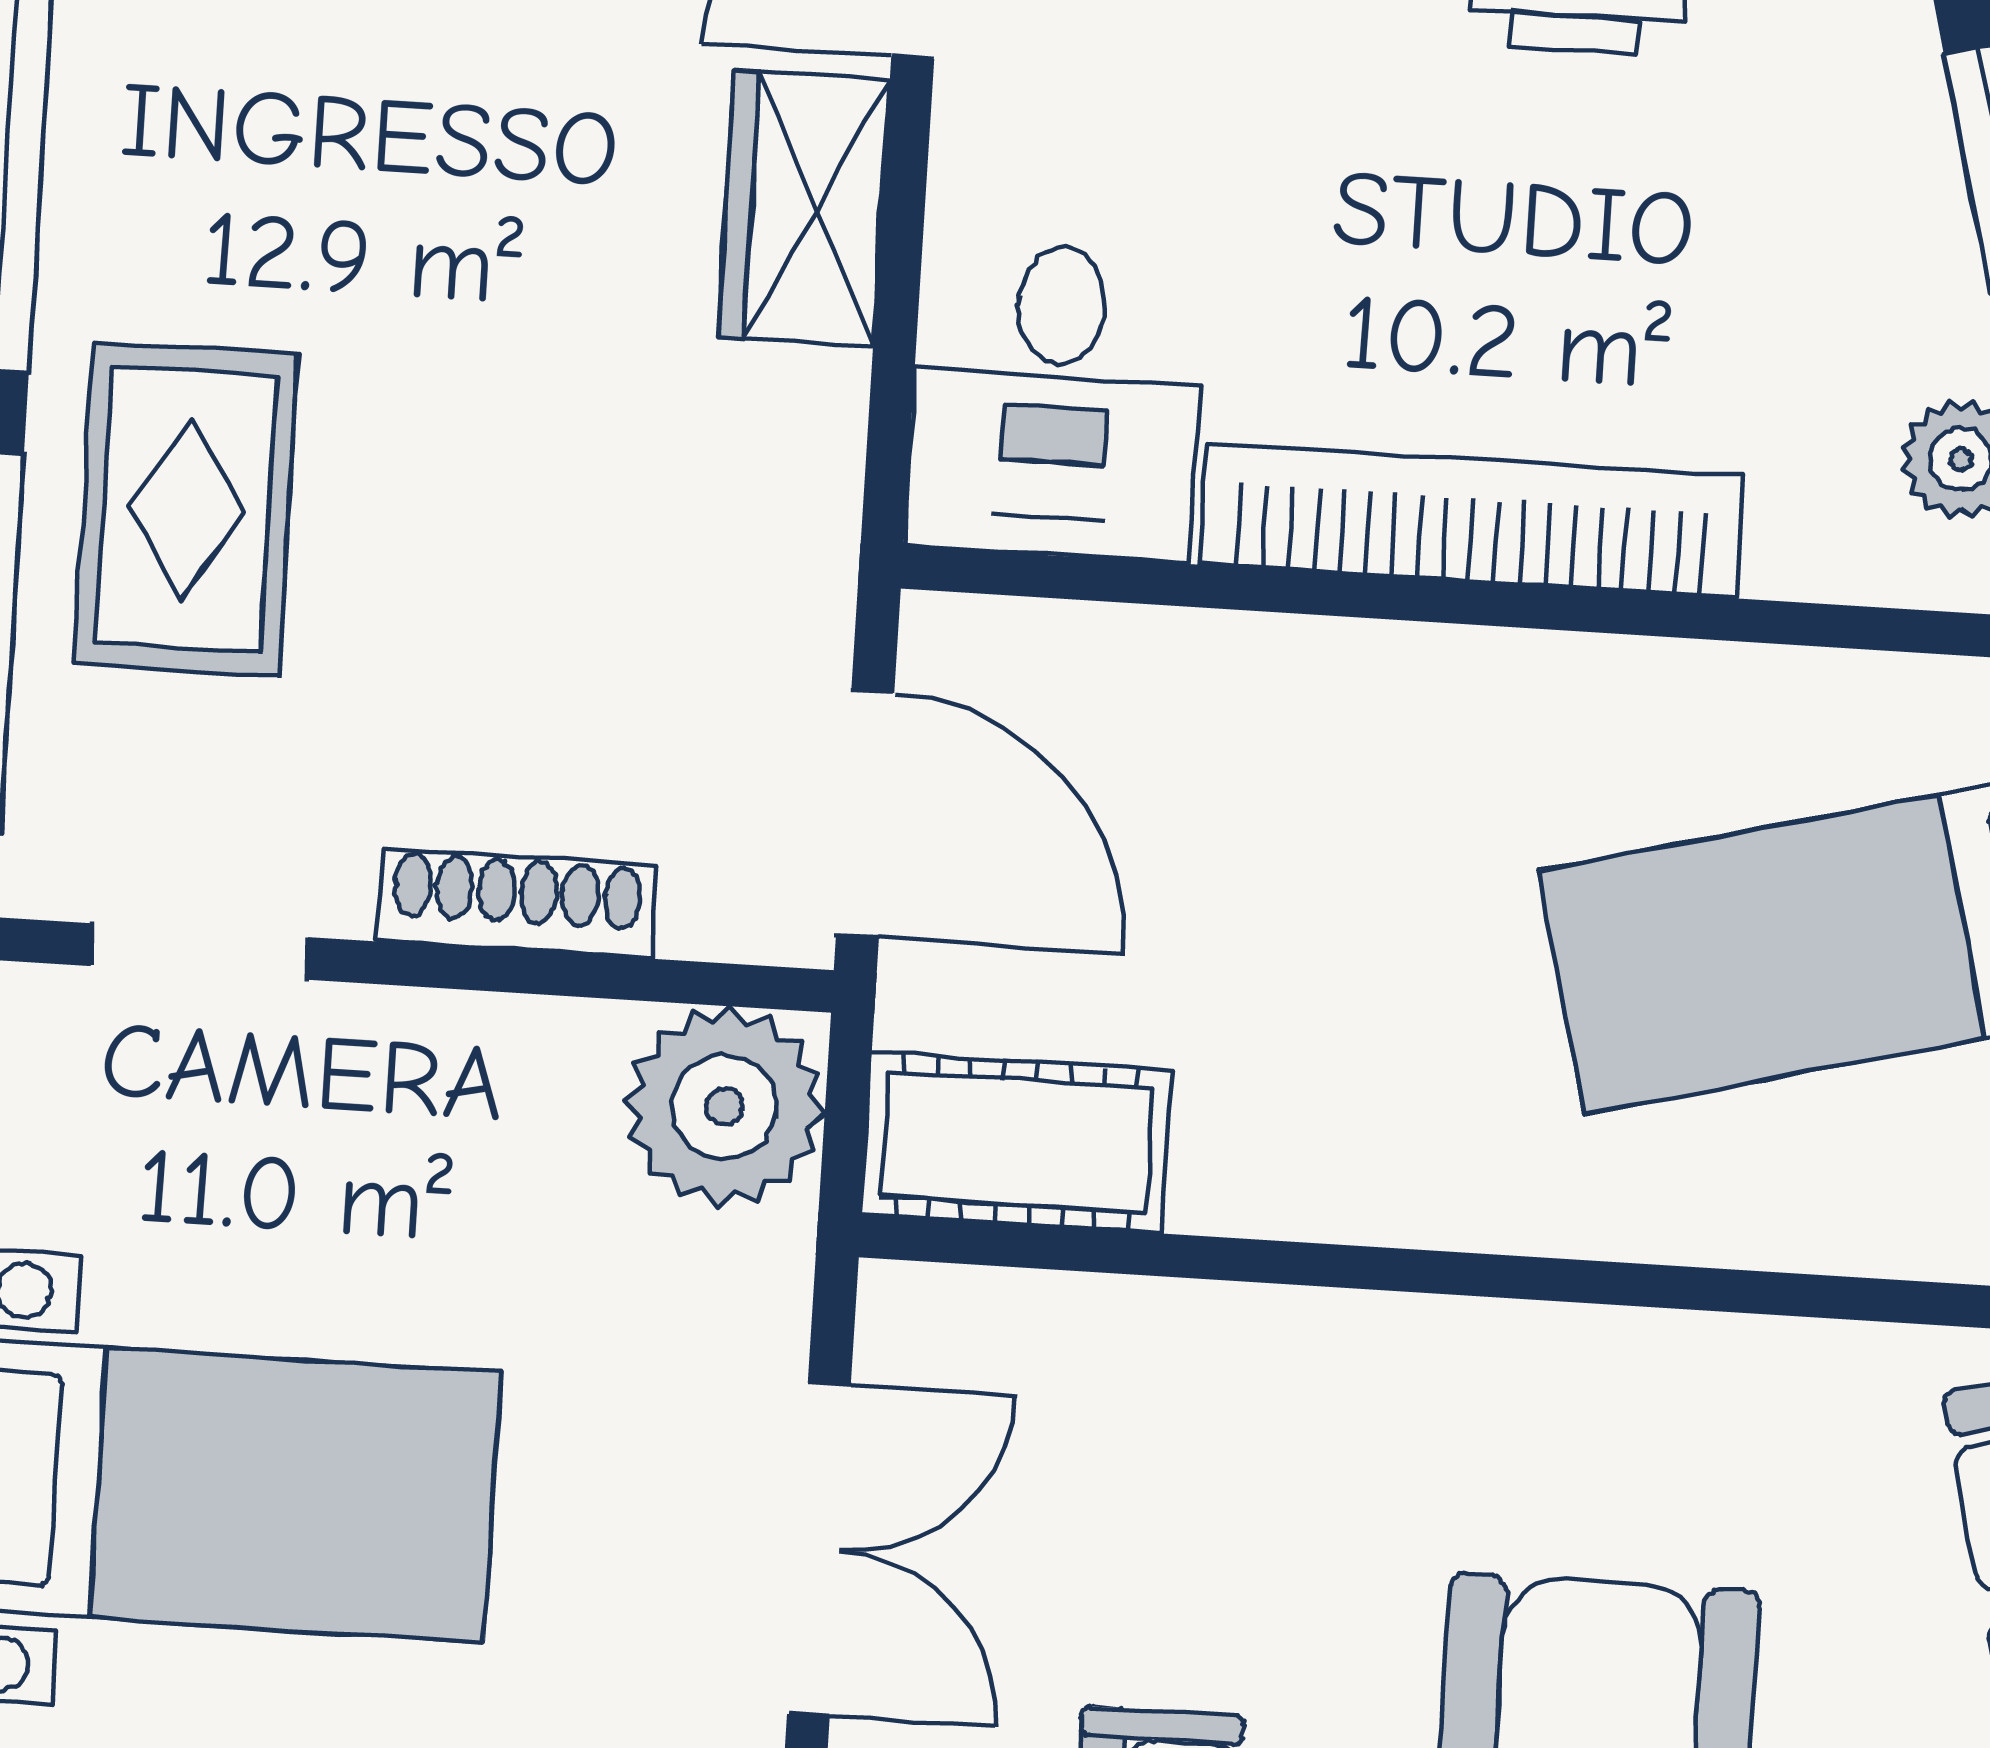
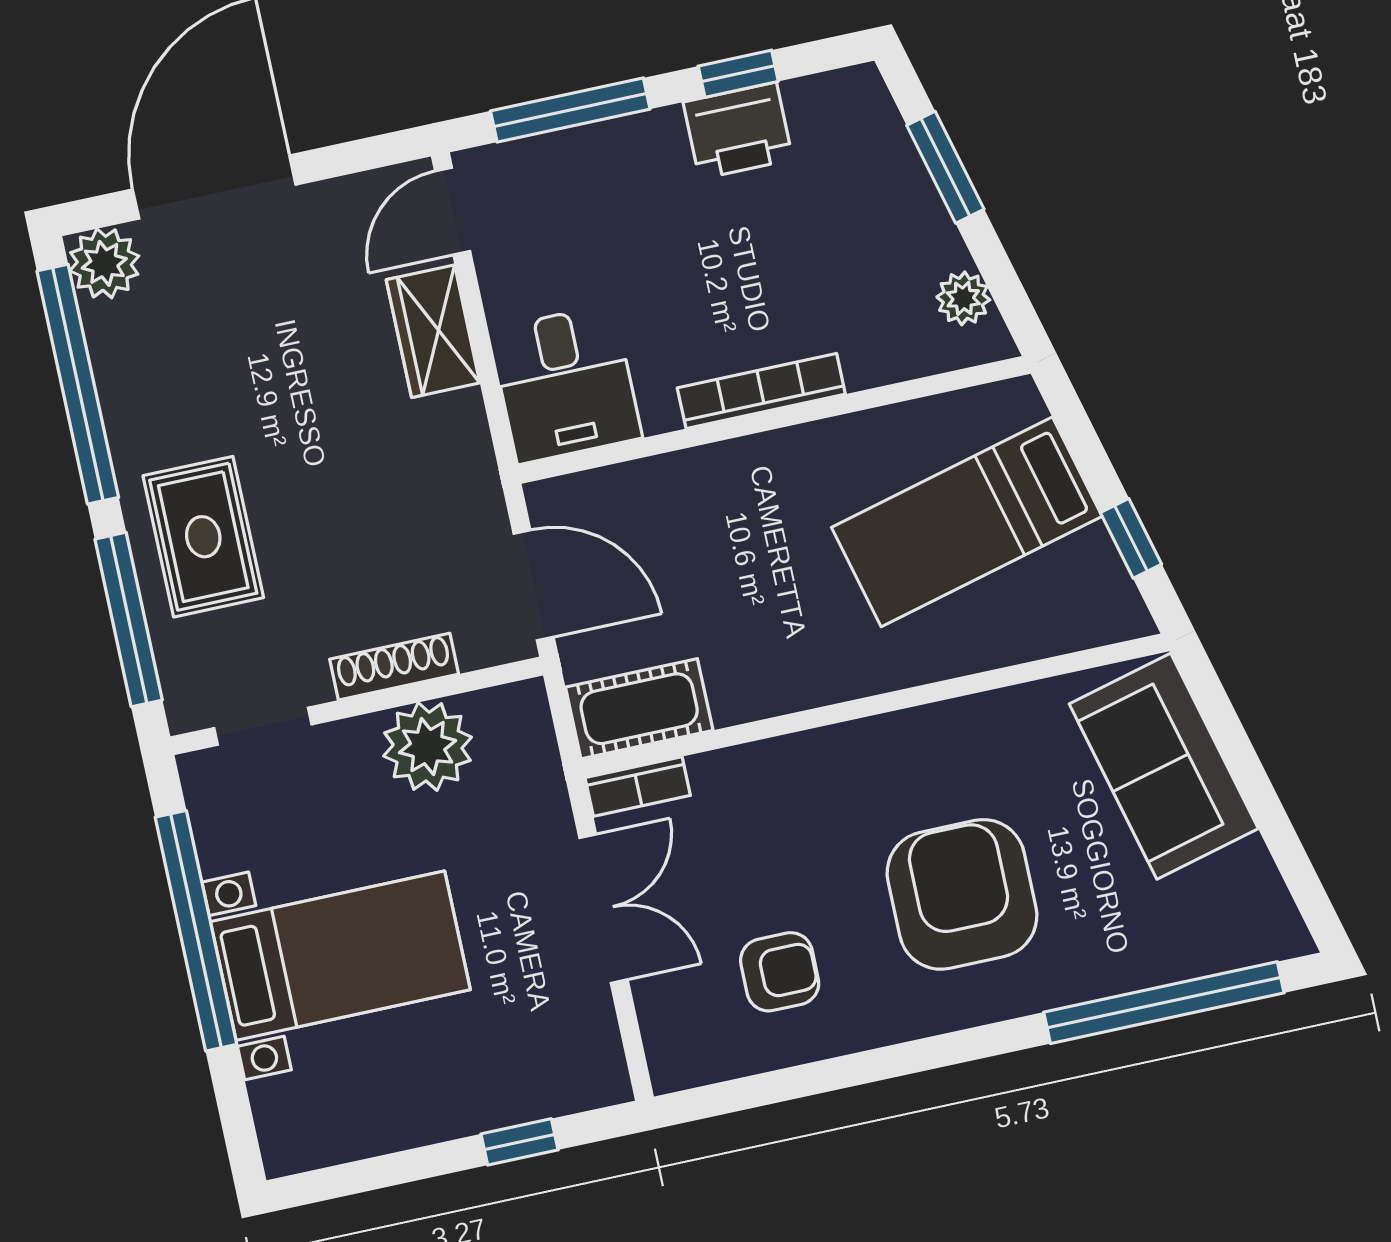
bookcase: (1472, 521) -> (761, 391), width x0.68, depth x0.76
plant: (725, 1107) -> (428, 747), moved
bookcase: (966, 1308) -> (638, 787), added

